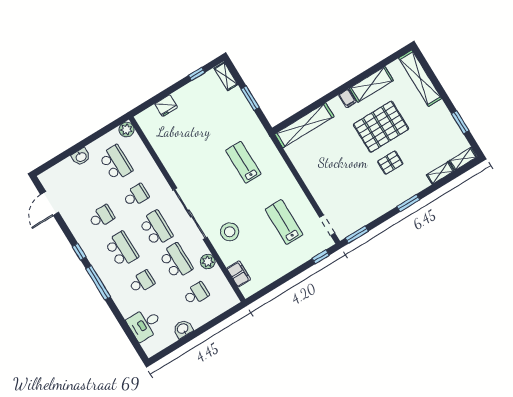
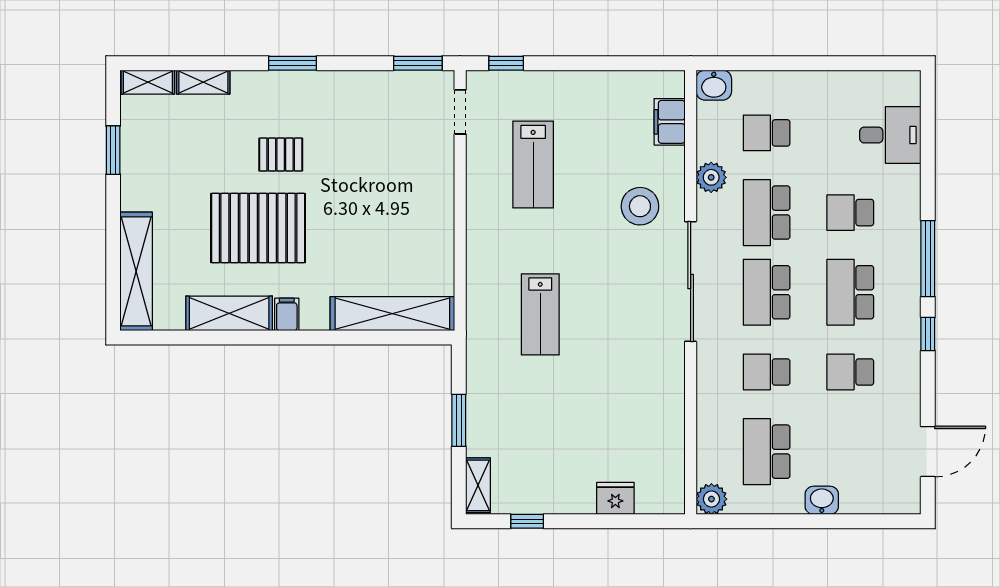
washbasin: (183, 329) -> (714, 85), moved

